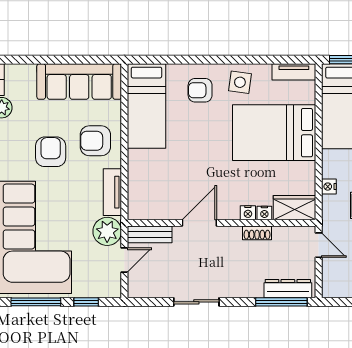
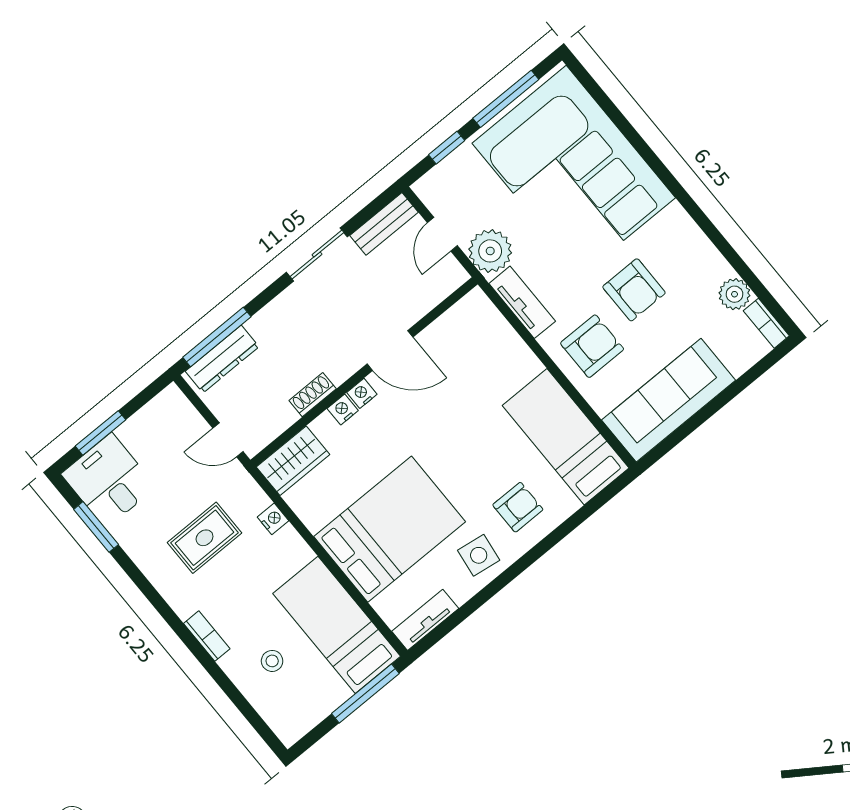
nightstand: (264, 213) -> (362, 393), moved
door: (199, 223) -> (390, 351), hinge flipped
bench: (150, 234) -> (384, 224), moved

